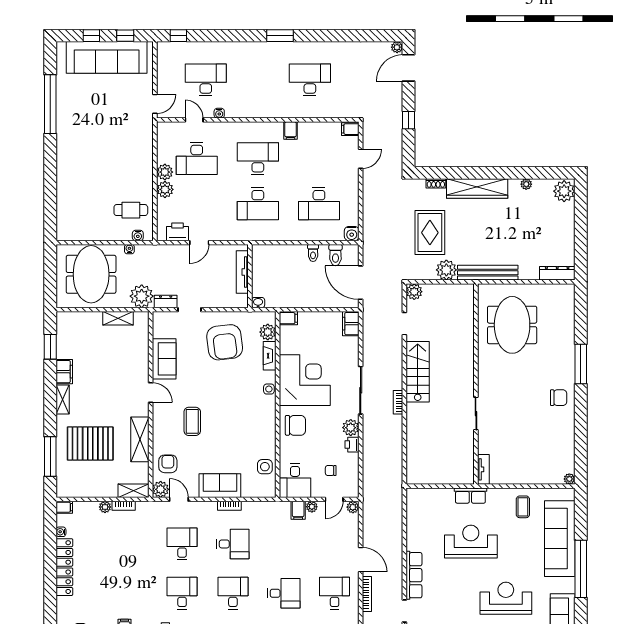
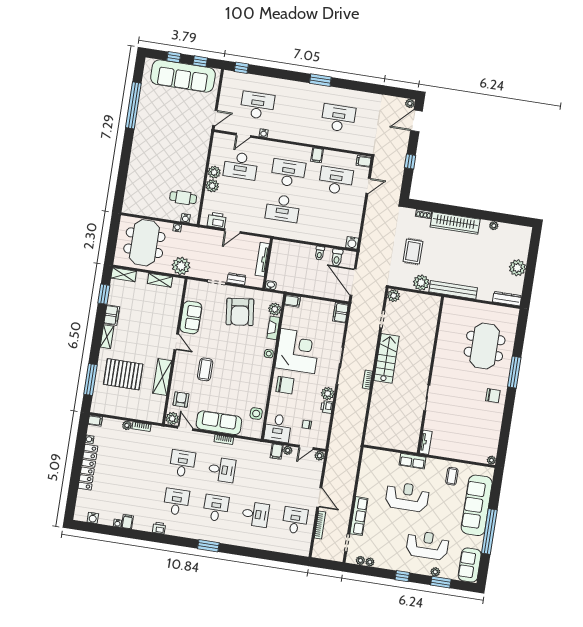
door: (194, 120) -> (243, 135), swing flipped
plant: (564, 191) -> (517, 268), moved
desk: (319, 204) -> (336, 181), moved, turned 180
rug: (430, 233) -> (413, 252), width x0.73, depth x0.70
dresser: (166, 302) -> (236, 279), moved
meeting table: (512, 325) -> (485, 346), moved
sofa: (220, 486) -> (219, 423), width x1.36
shelving: (134, 491) -> (124, 275), moved

